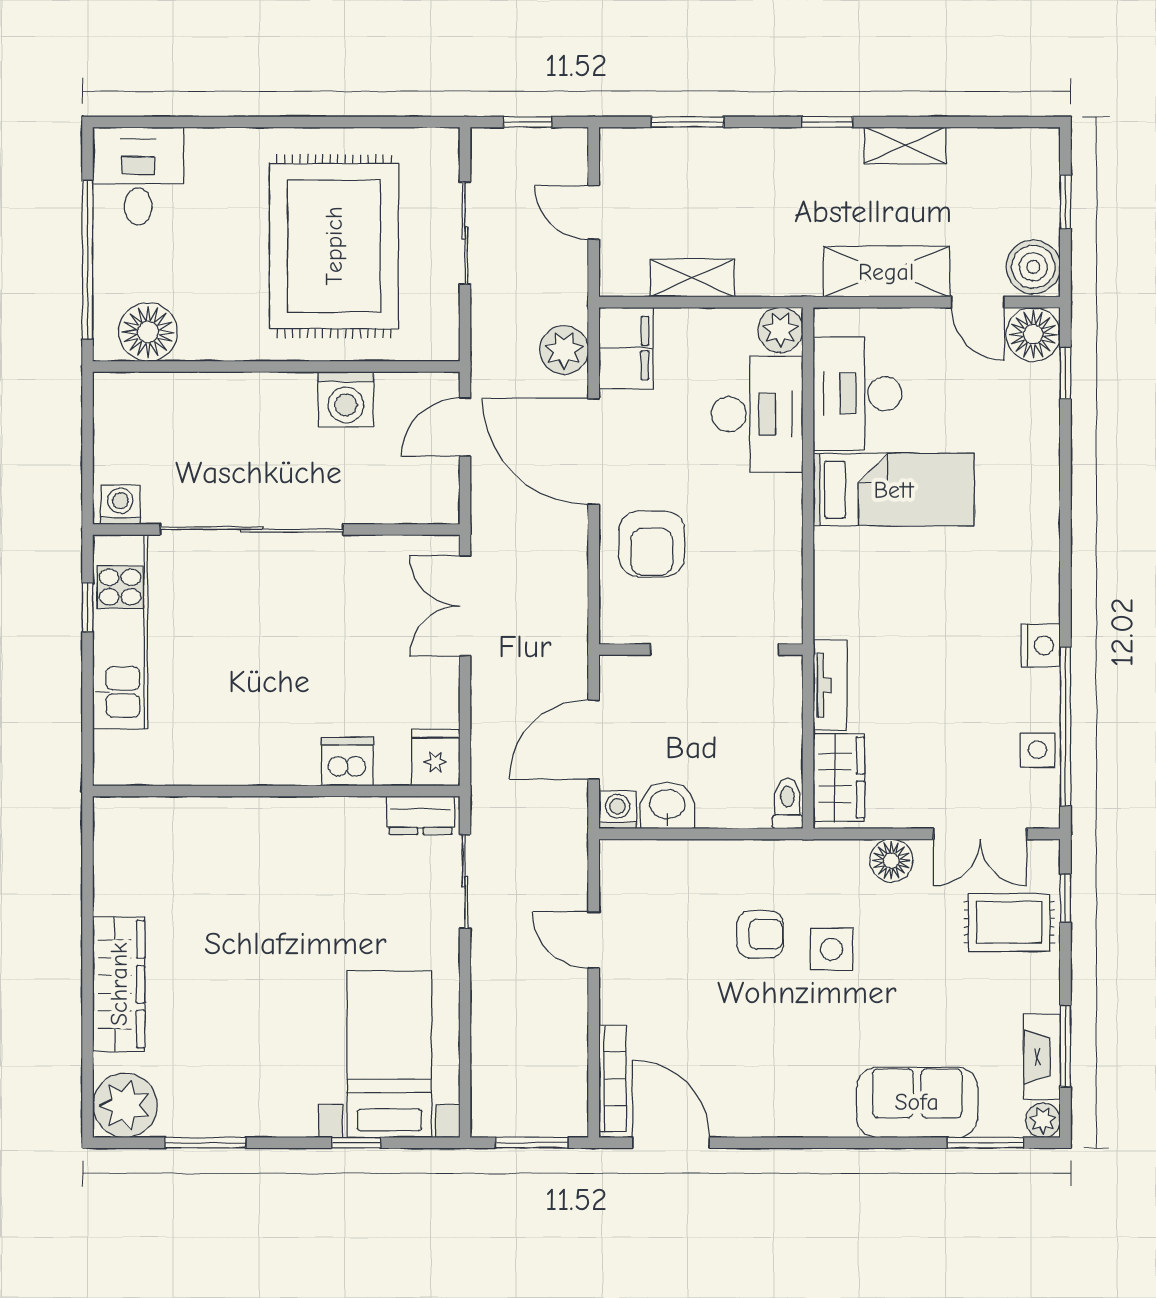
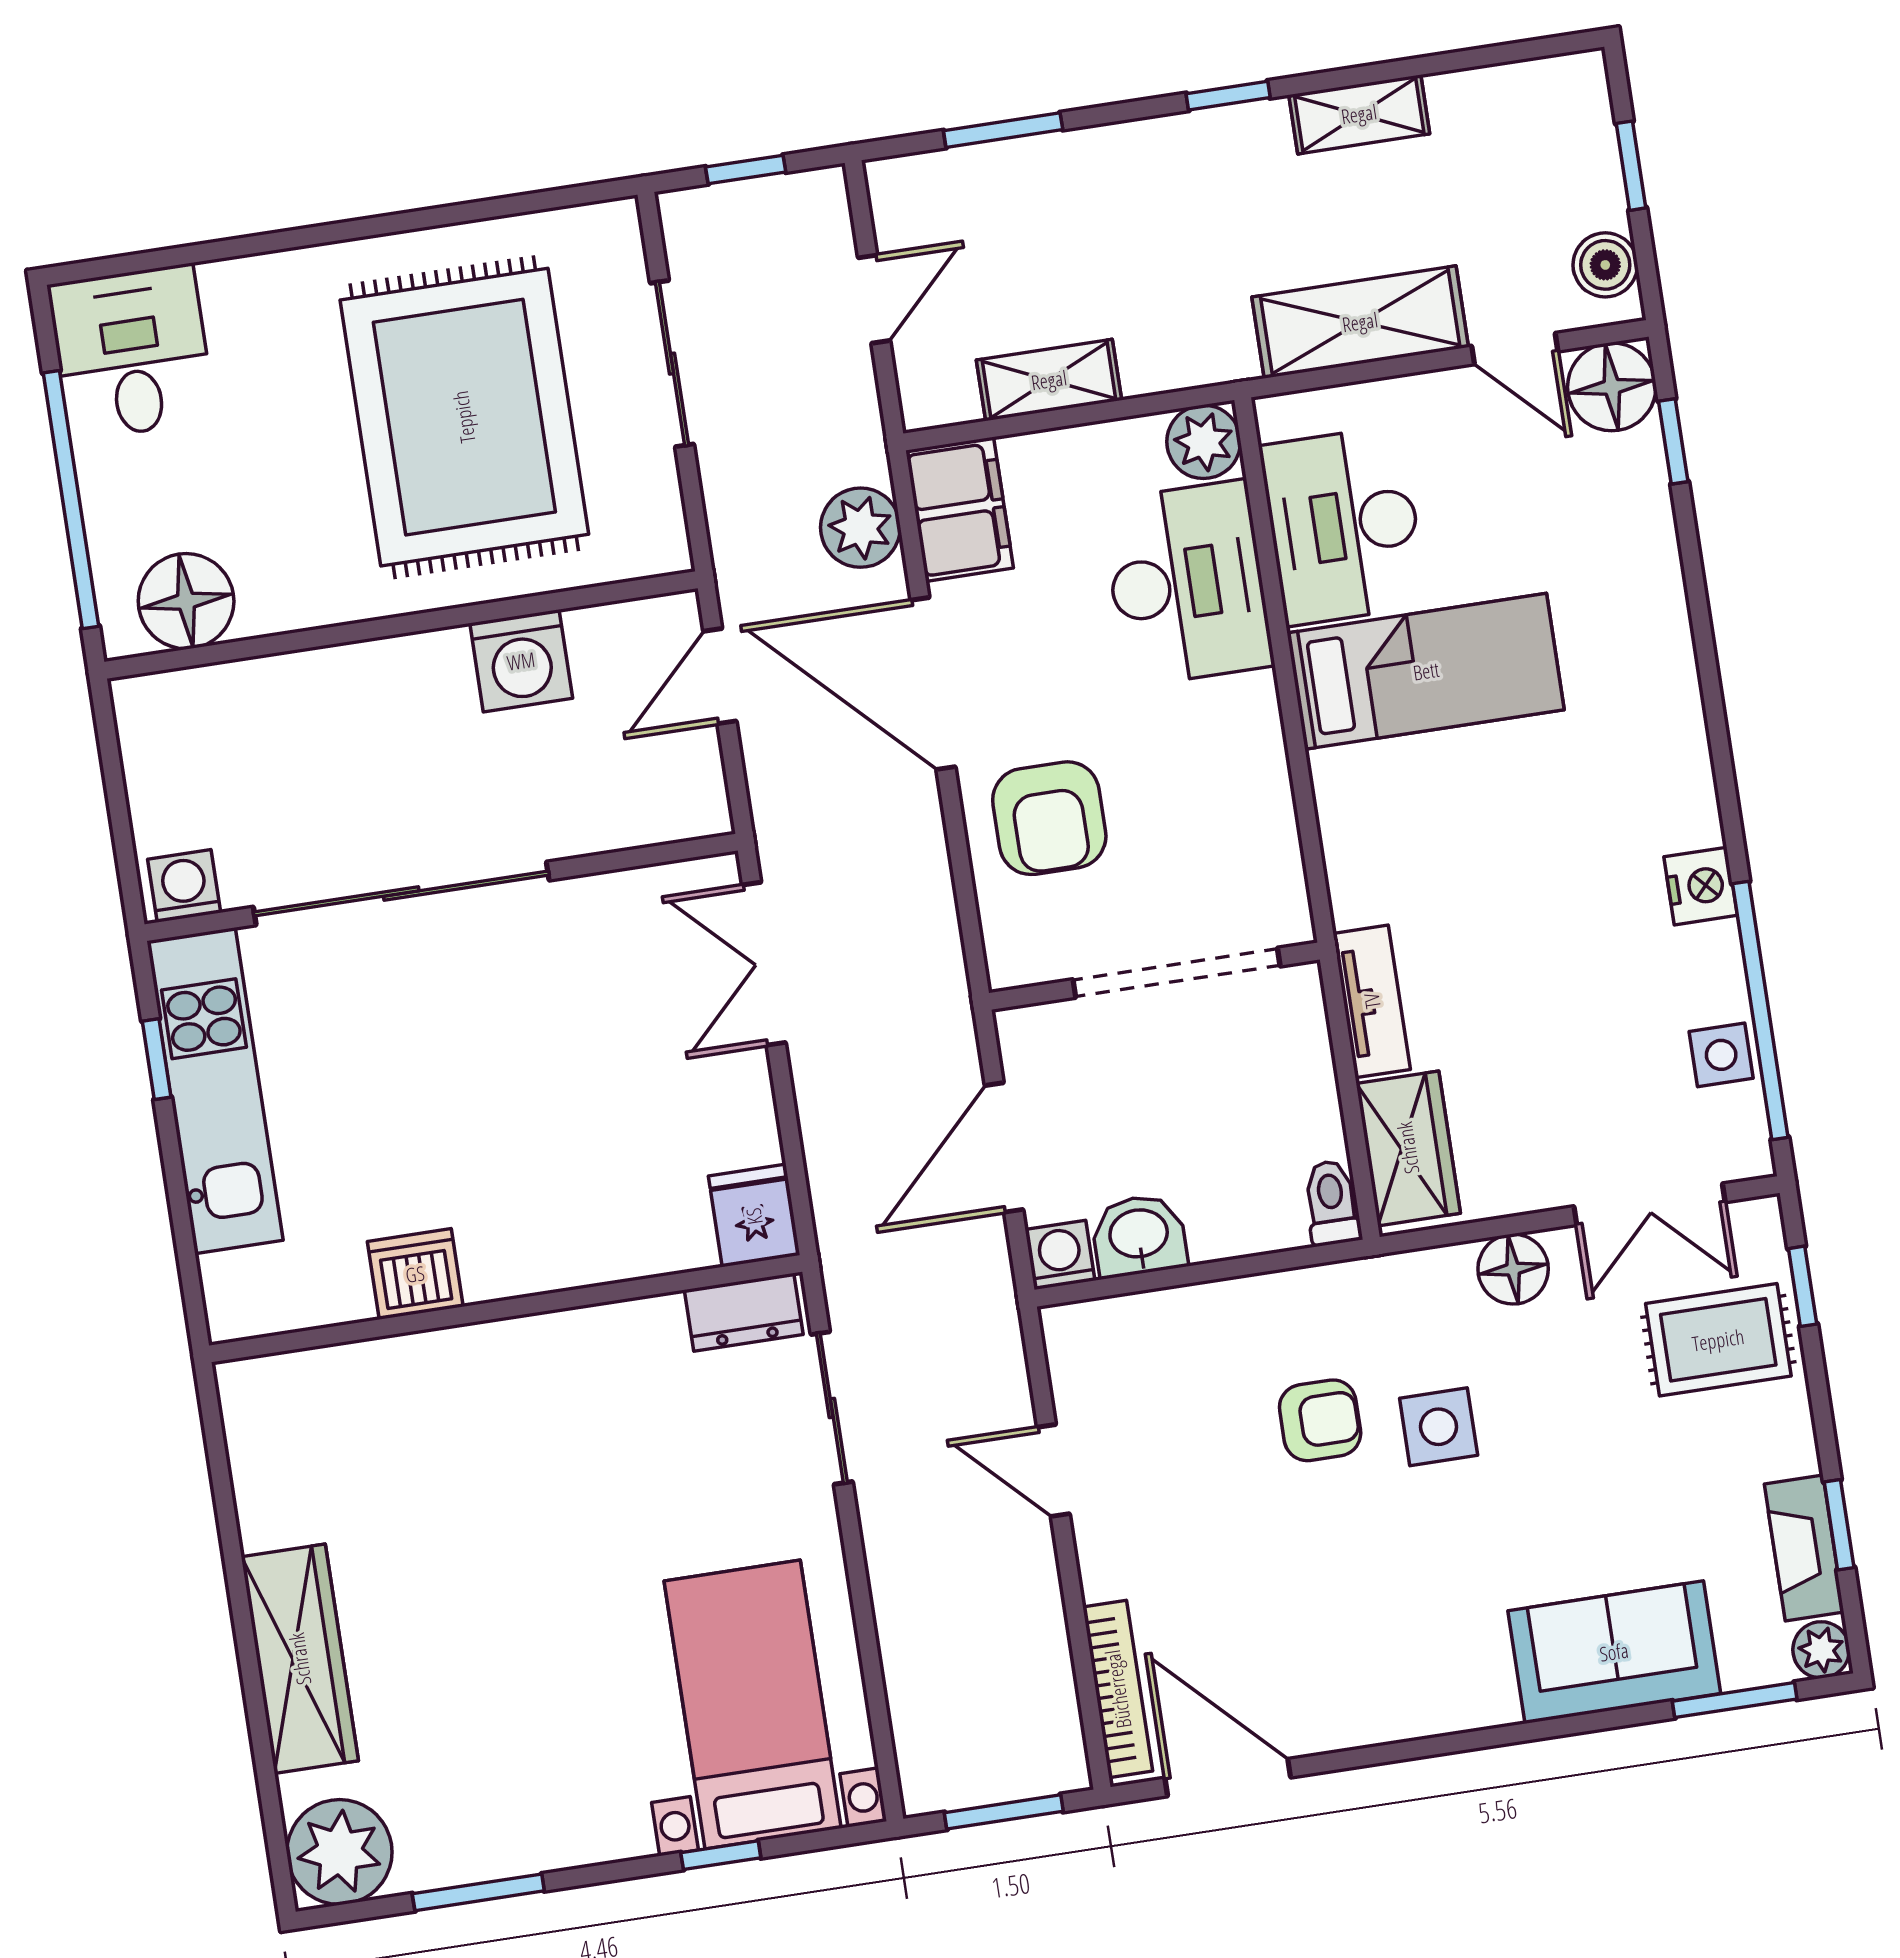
door: (594, 213) -> (874, 299), swing flipped
boiler: (1033, 267) -> (1605, 265), width x0.73, depth x0.73
dishwasher: (347, 762) -> (415, 1274), moved
window: (1065, 1046) -> (1839, 1525), width x0.67

